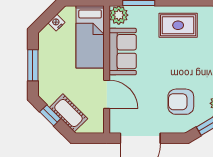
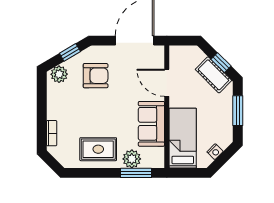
plant: (119, 15) -> (132, 159), moved
cot: (69, 113) -> (213, 75), moved

